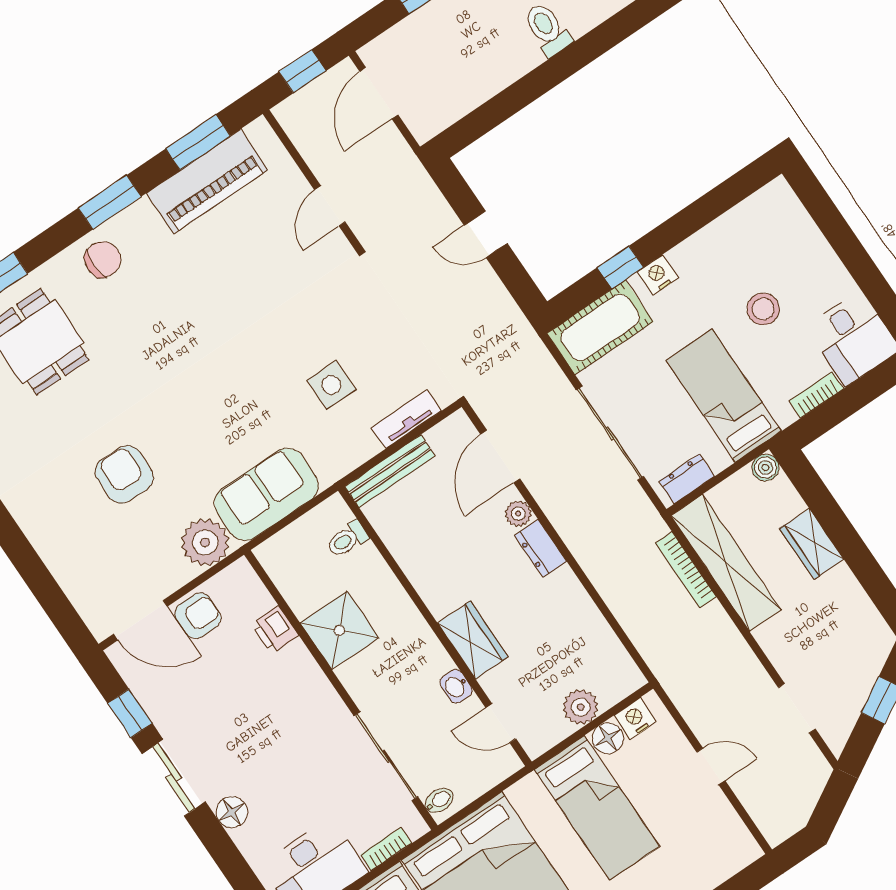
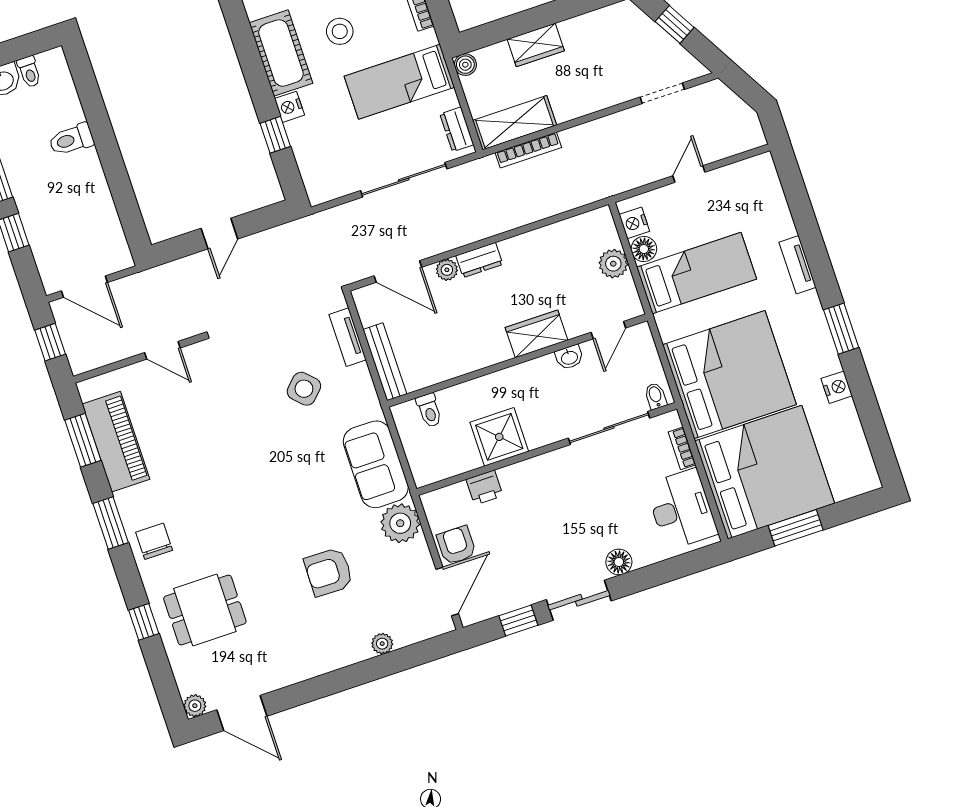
cot: (600, 327) -> (281, 53), moved
side table: (331, 385) -> (304, 389), turned 45
plant: (58, 561) -> (382, 644), added
shelving: (726, 563) -> (515, 123), width x0.68

